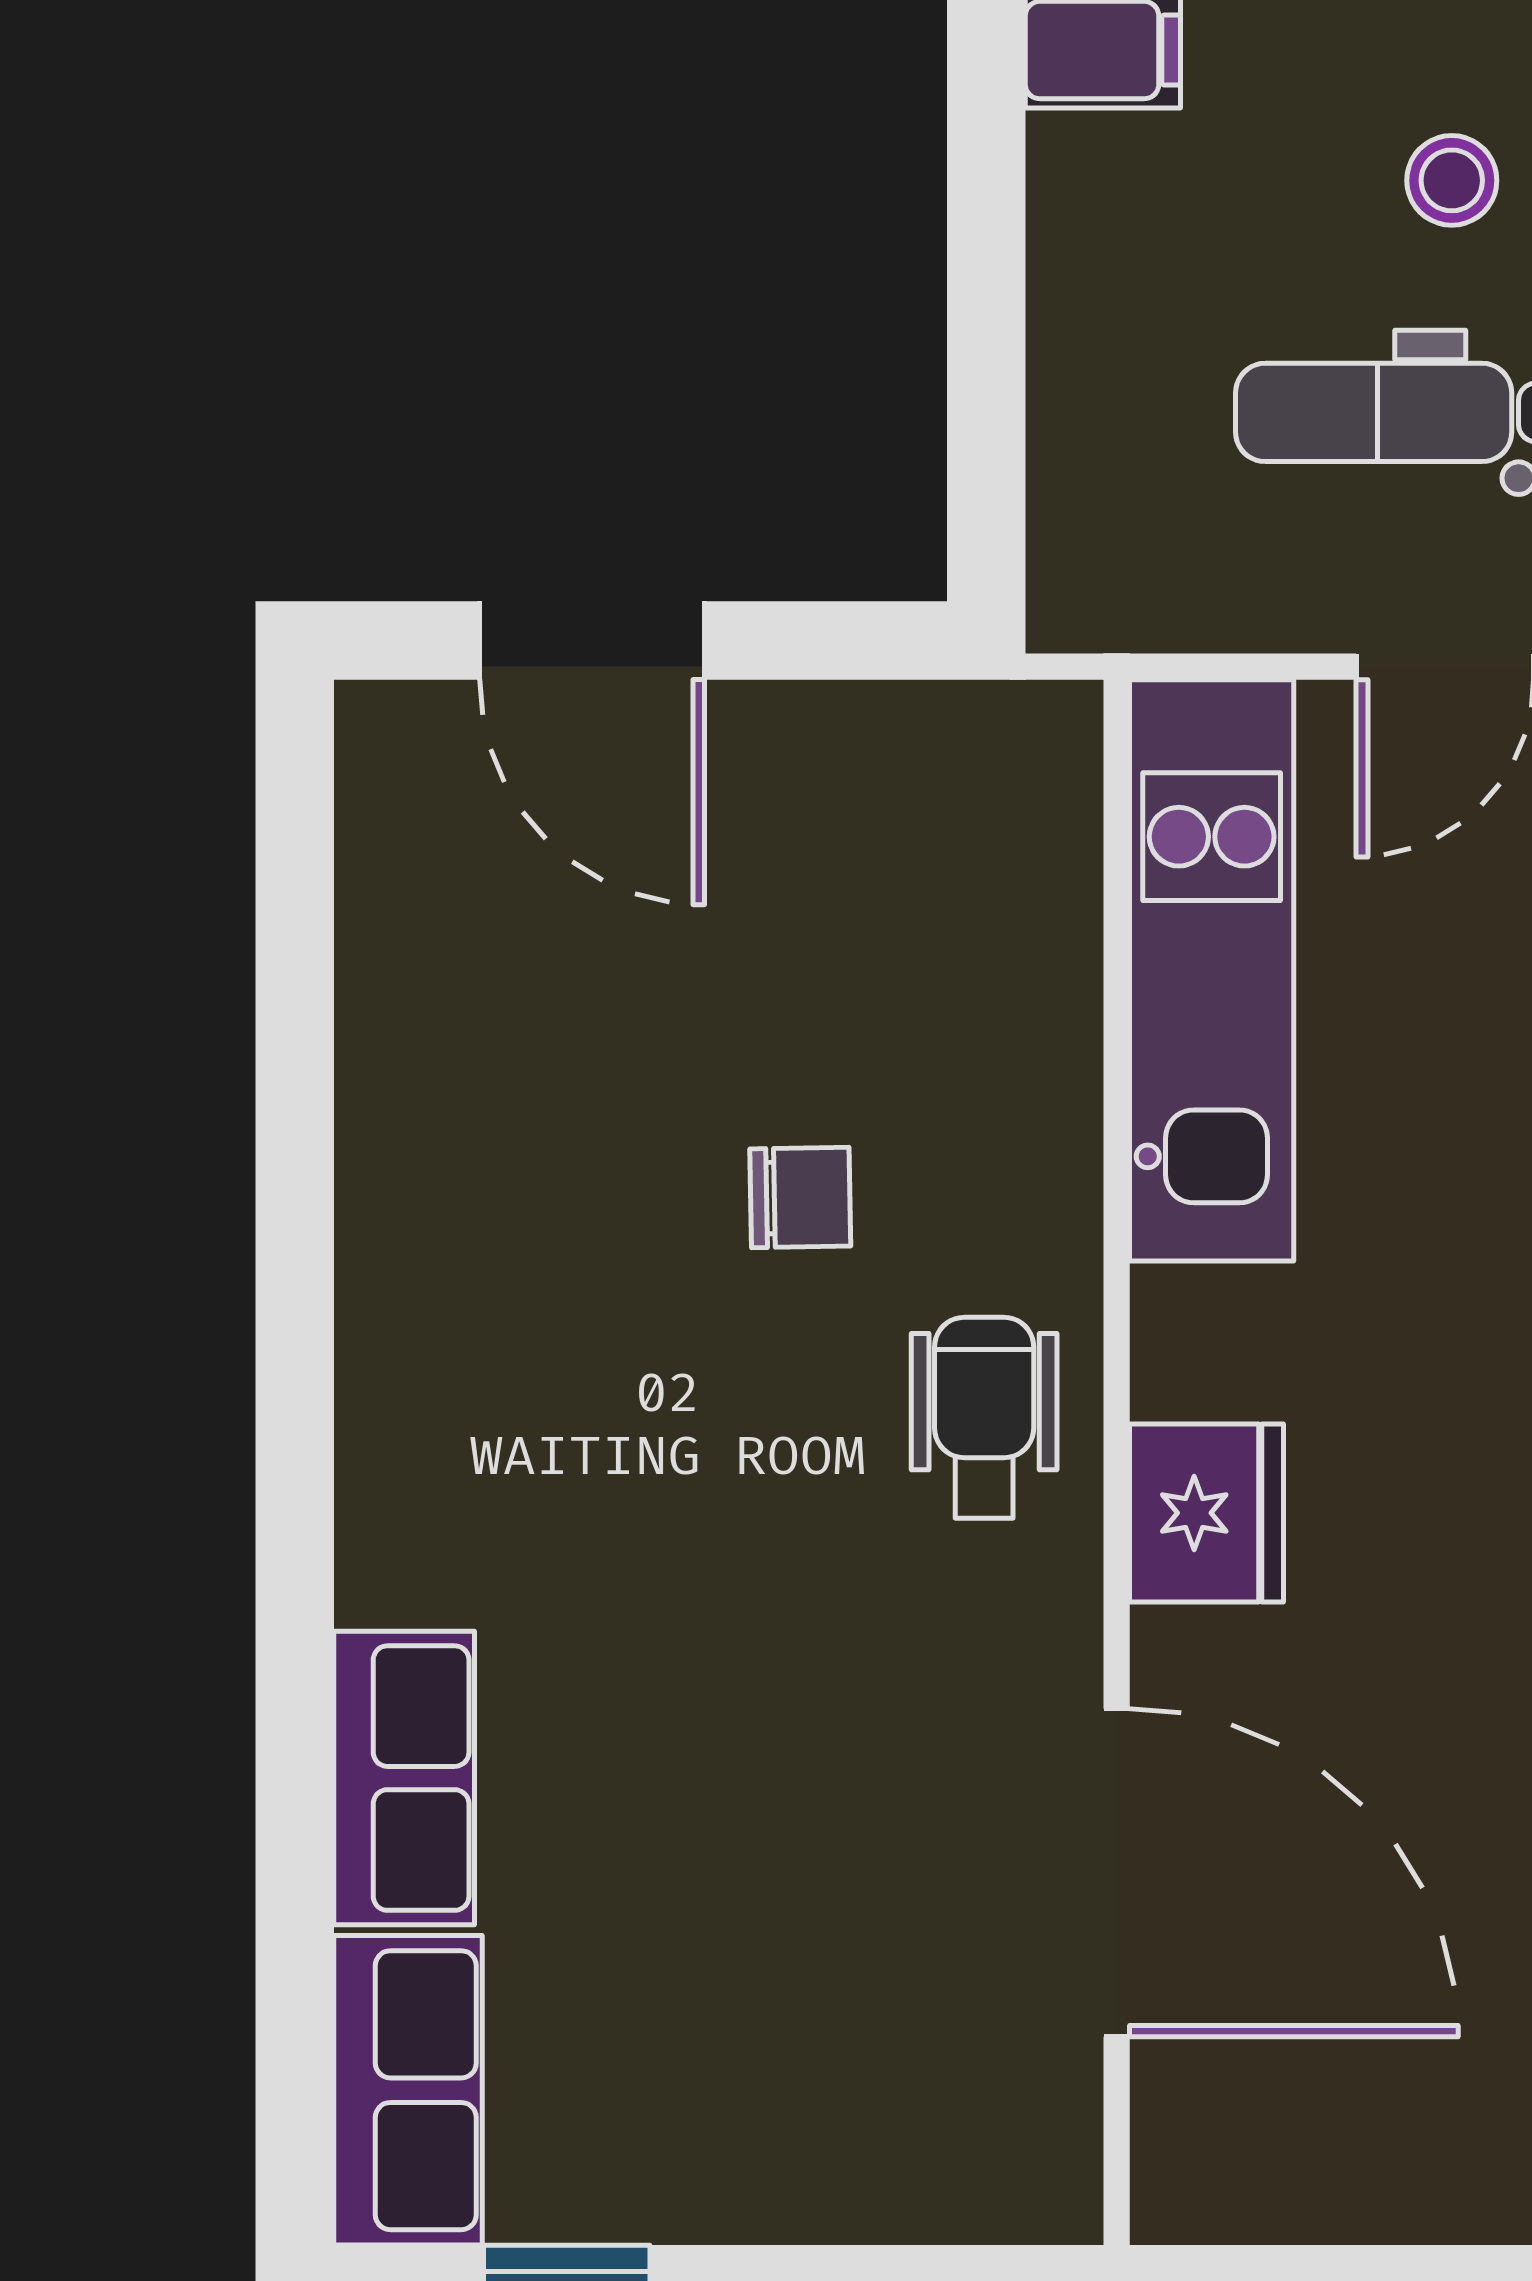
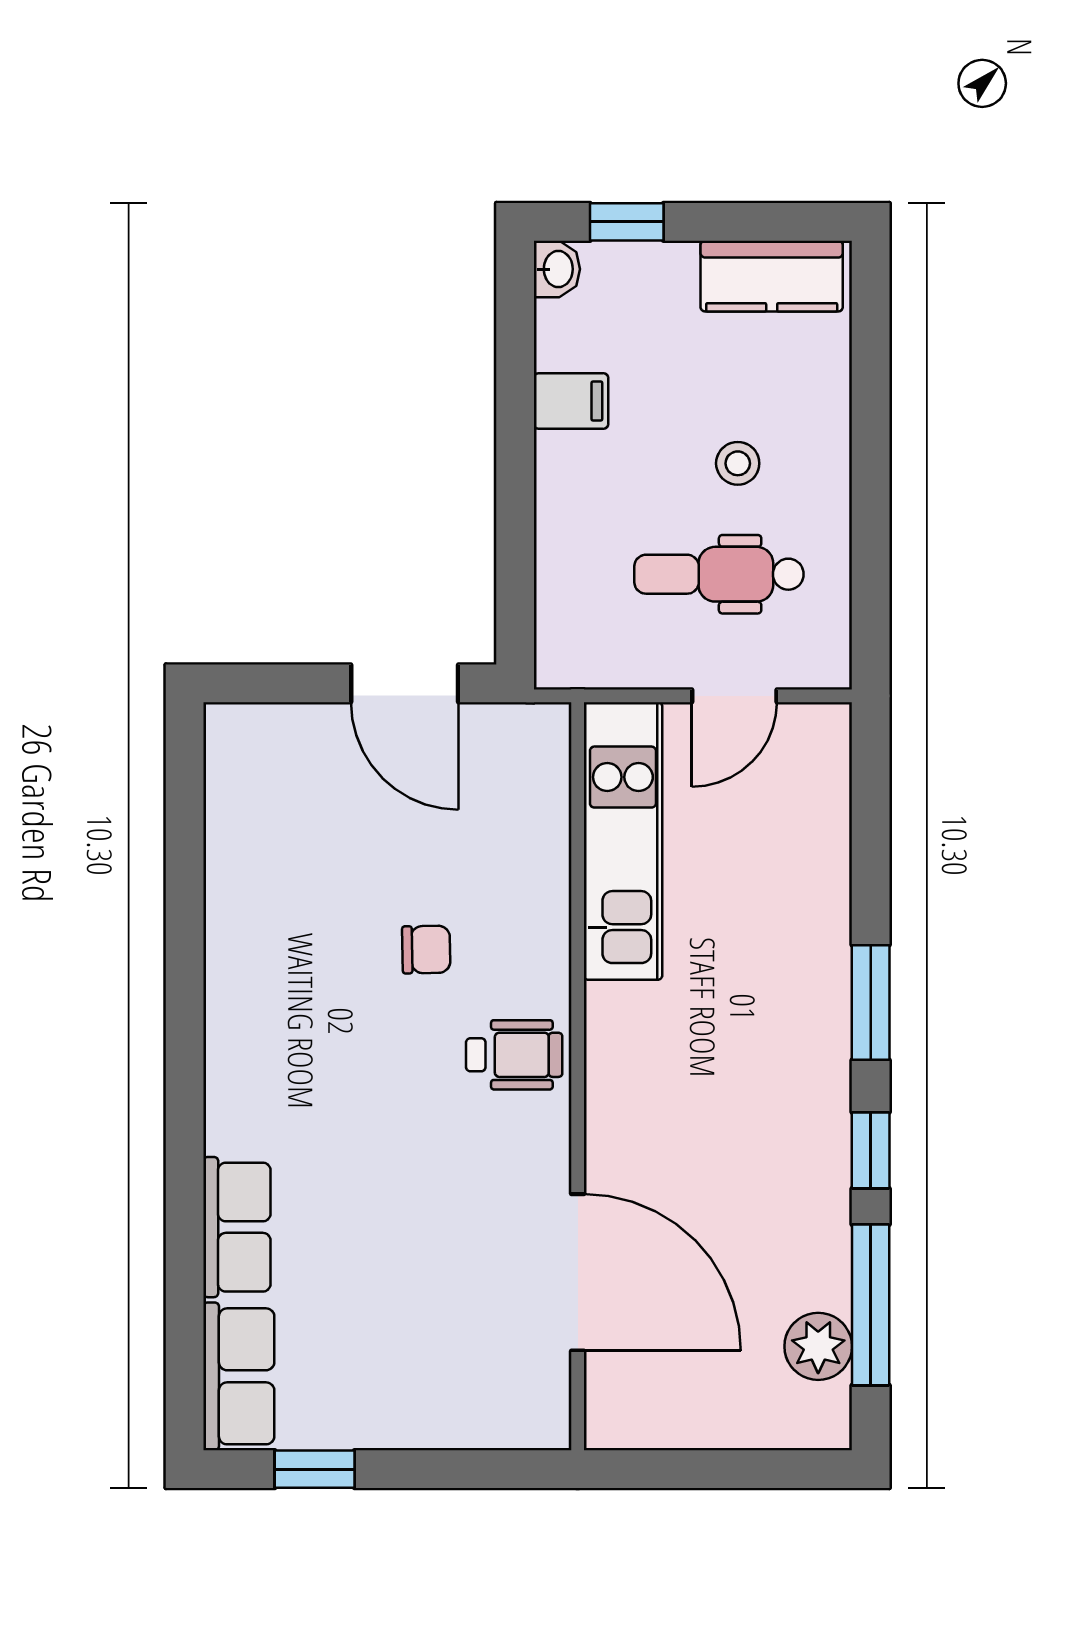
door: (592, 641) -> (405, 683), moved
wheelchair: (984, 1418) -> (514, 1055), turned 90
fridge: (1206, 1513) -> (620, 1100), removed

